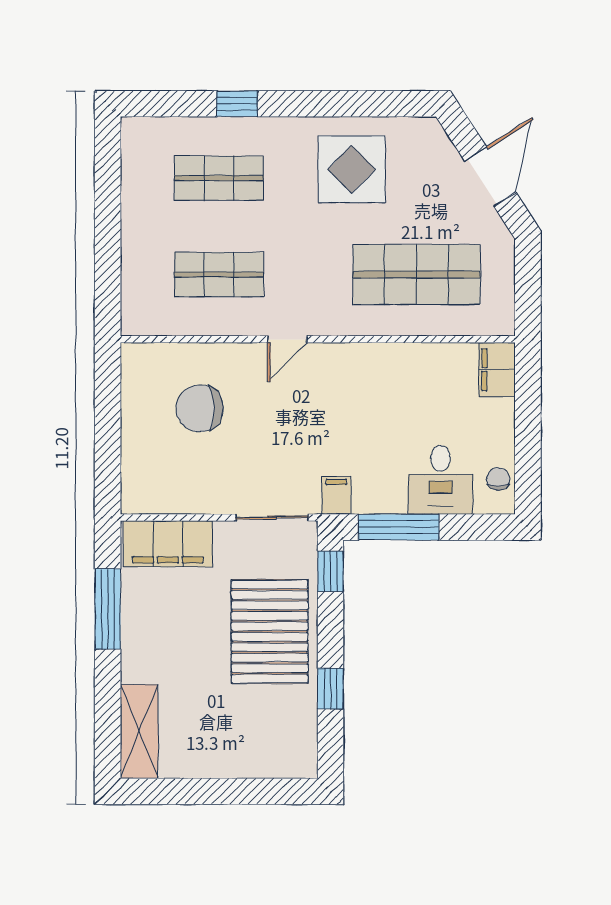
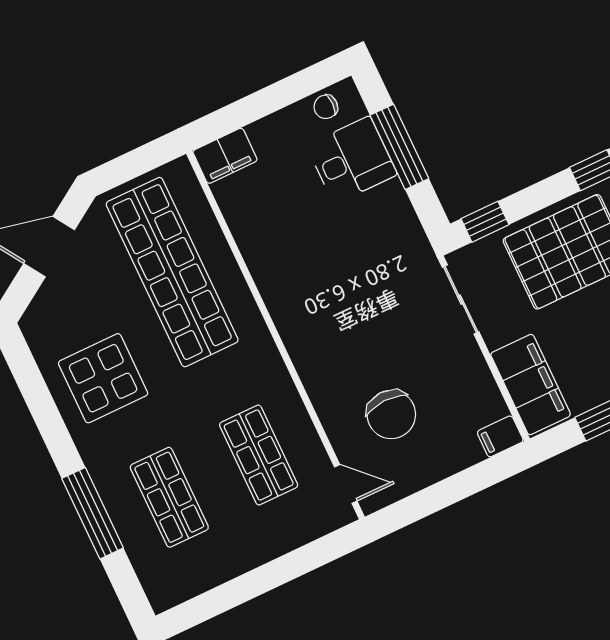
window: (237, 104) -> (93, 513), width x2.17
shop shelf: (417, 275) -> (172, 272), width x1.40
door: (287, 339) -> (346, 484), moved
filing cabinet: (336, 495) -> (500, 436), moved
window: (399, 527) -> (399, 147), moved

